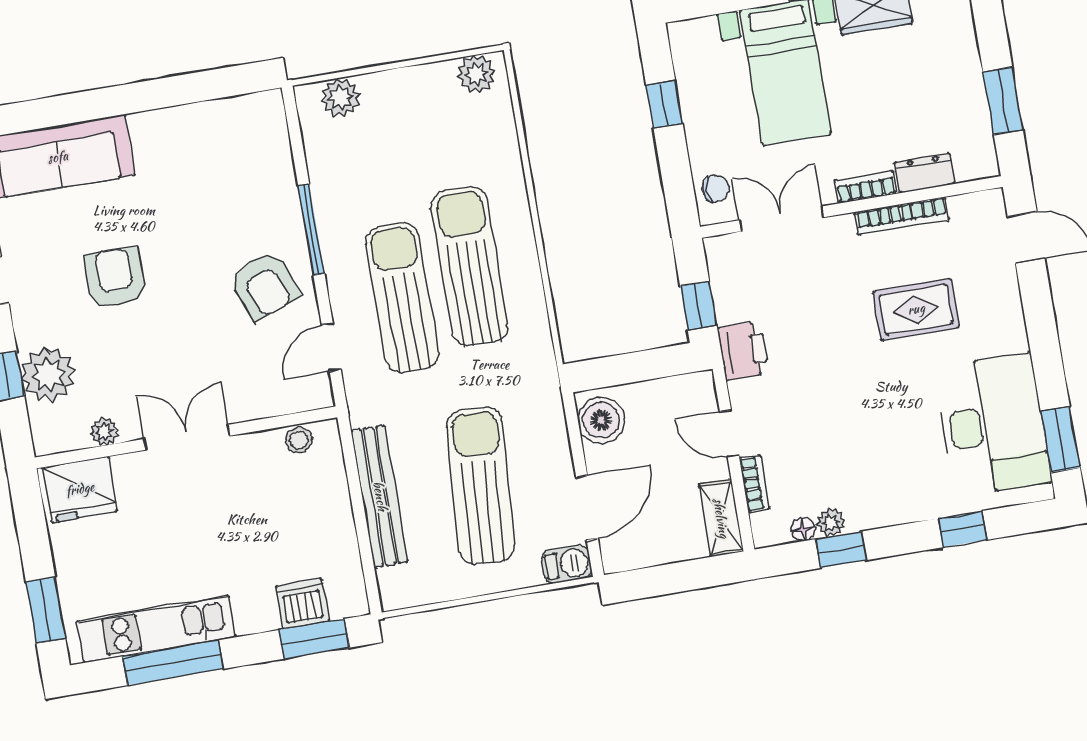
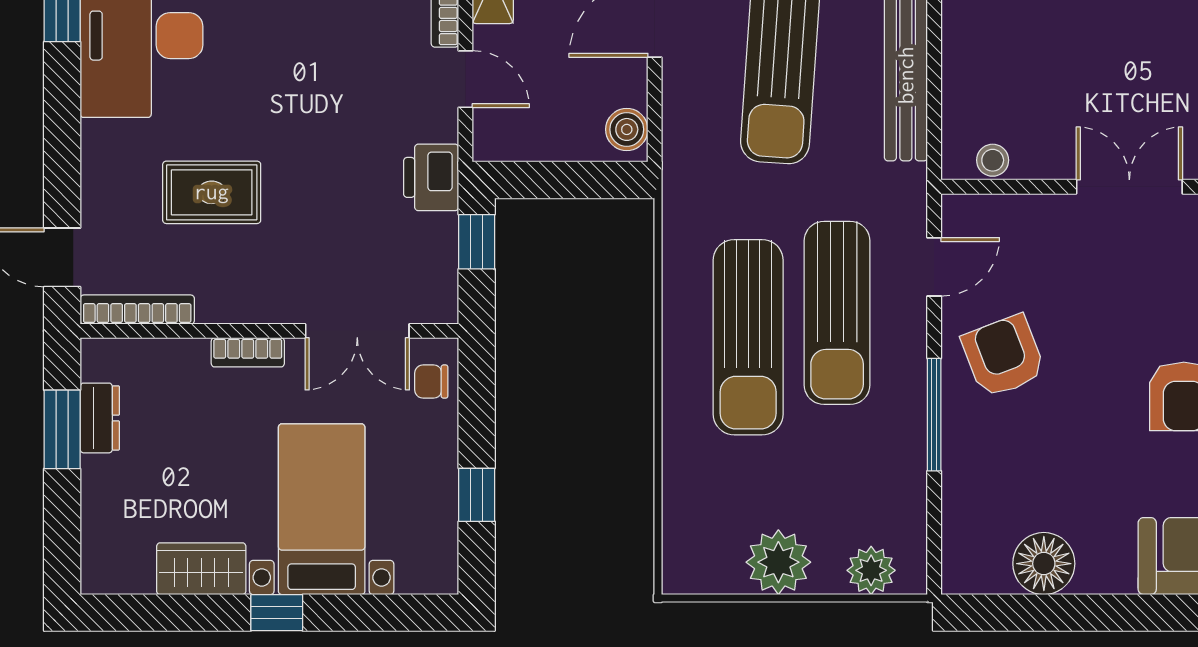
plant: (476, 74) -> (778, 562), moved, width x1.36, depth x1.36
floor lamp: (204, 126) -> (1044, 564), added
dresser: (925, 173) -> (100, 418), moved, turned -90
bookcase: (902, 216) -> (137, 310), moved
boiler: (601, 420) -> (627, 129), width x0.73, depth x0.73
double door: (187, 437) -> (1129, 187), swing flipped

